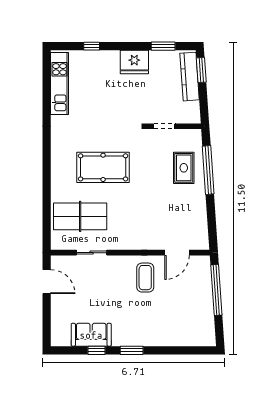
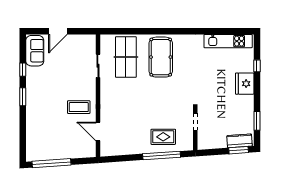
fridge: (134, 62) -> (245, 84), moved
kitchen counter: (190, 77) -> (240, 141), width x0.67
pool table: (103, 167) -> (161, 57), moved
door: (47, 282) -> (58, 31), moved
window: (216, 290) -> (51, 163), moved
sofa: (91, 335) -> (35, 51), moved

